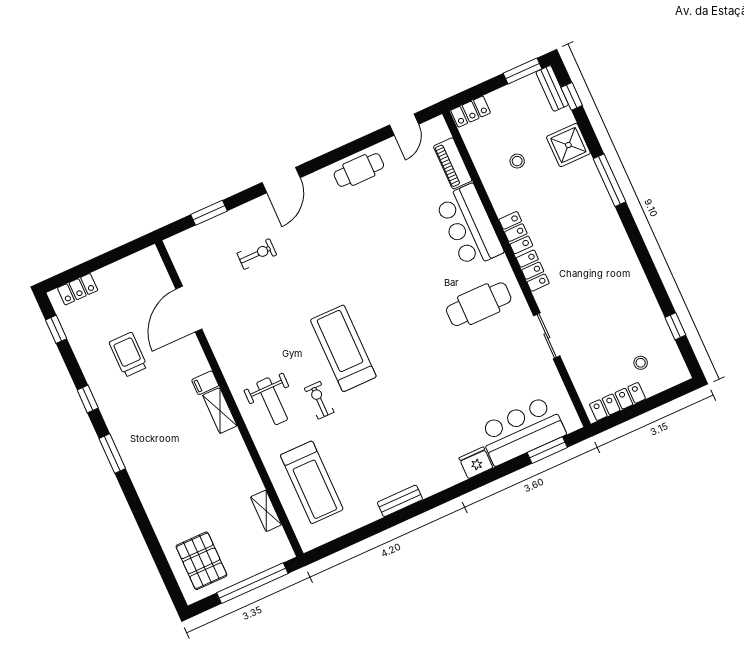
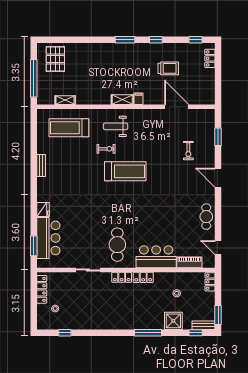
pallet: (201, 561) -> (55, 59), turned 90

